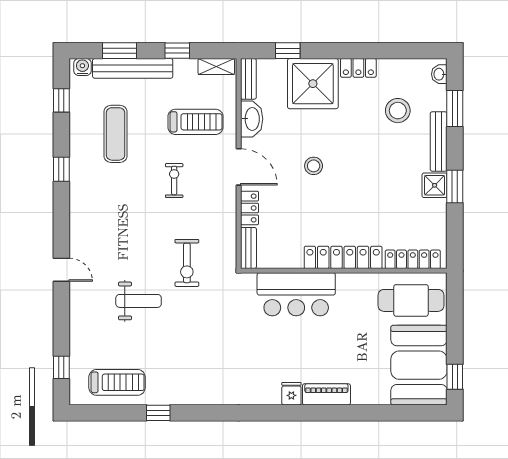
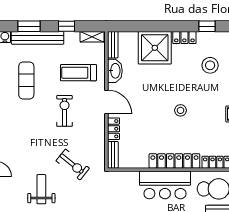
window: (288, 51) -> (207, 26), moved
treadmill: (195, 122) -> (78, 73), turned 180
stool: (314, 166) -> (180, 110), moved
exercise bike: (174, 180) -> (65, 111), width x1.38, depth x1.39
exercise bike: (187, 263) -> (73, 165), turned -51
bar counter: (296, 294) -> (165, 185), moved
weight bench: (139, 301) -> (41, 189), turned -90

